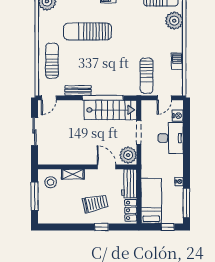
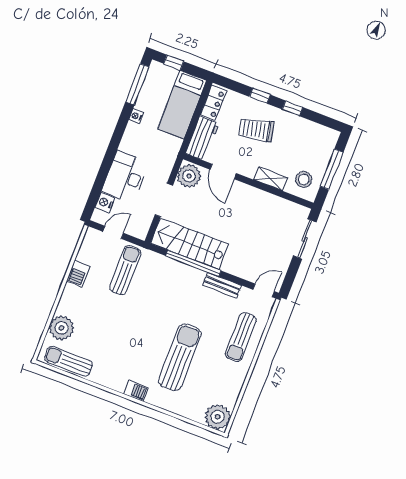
sun lounger: (88, 31) -> (180, 357), turned -90
sliding door: (35, 131) -> (305, 239), moved
window: (76, 227) -> (292, 108), added

